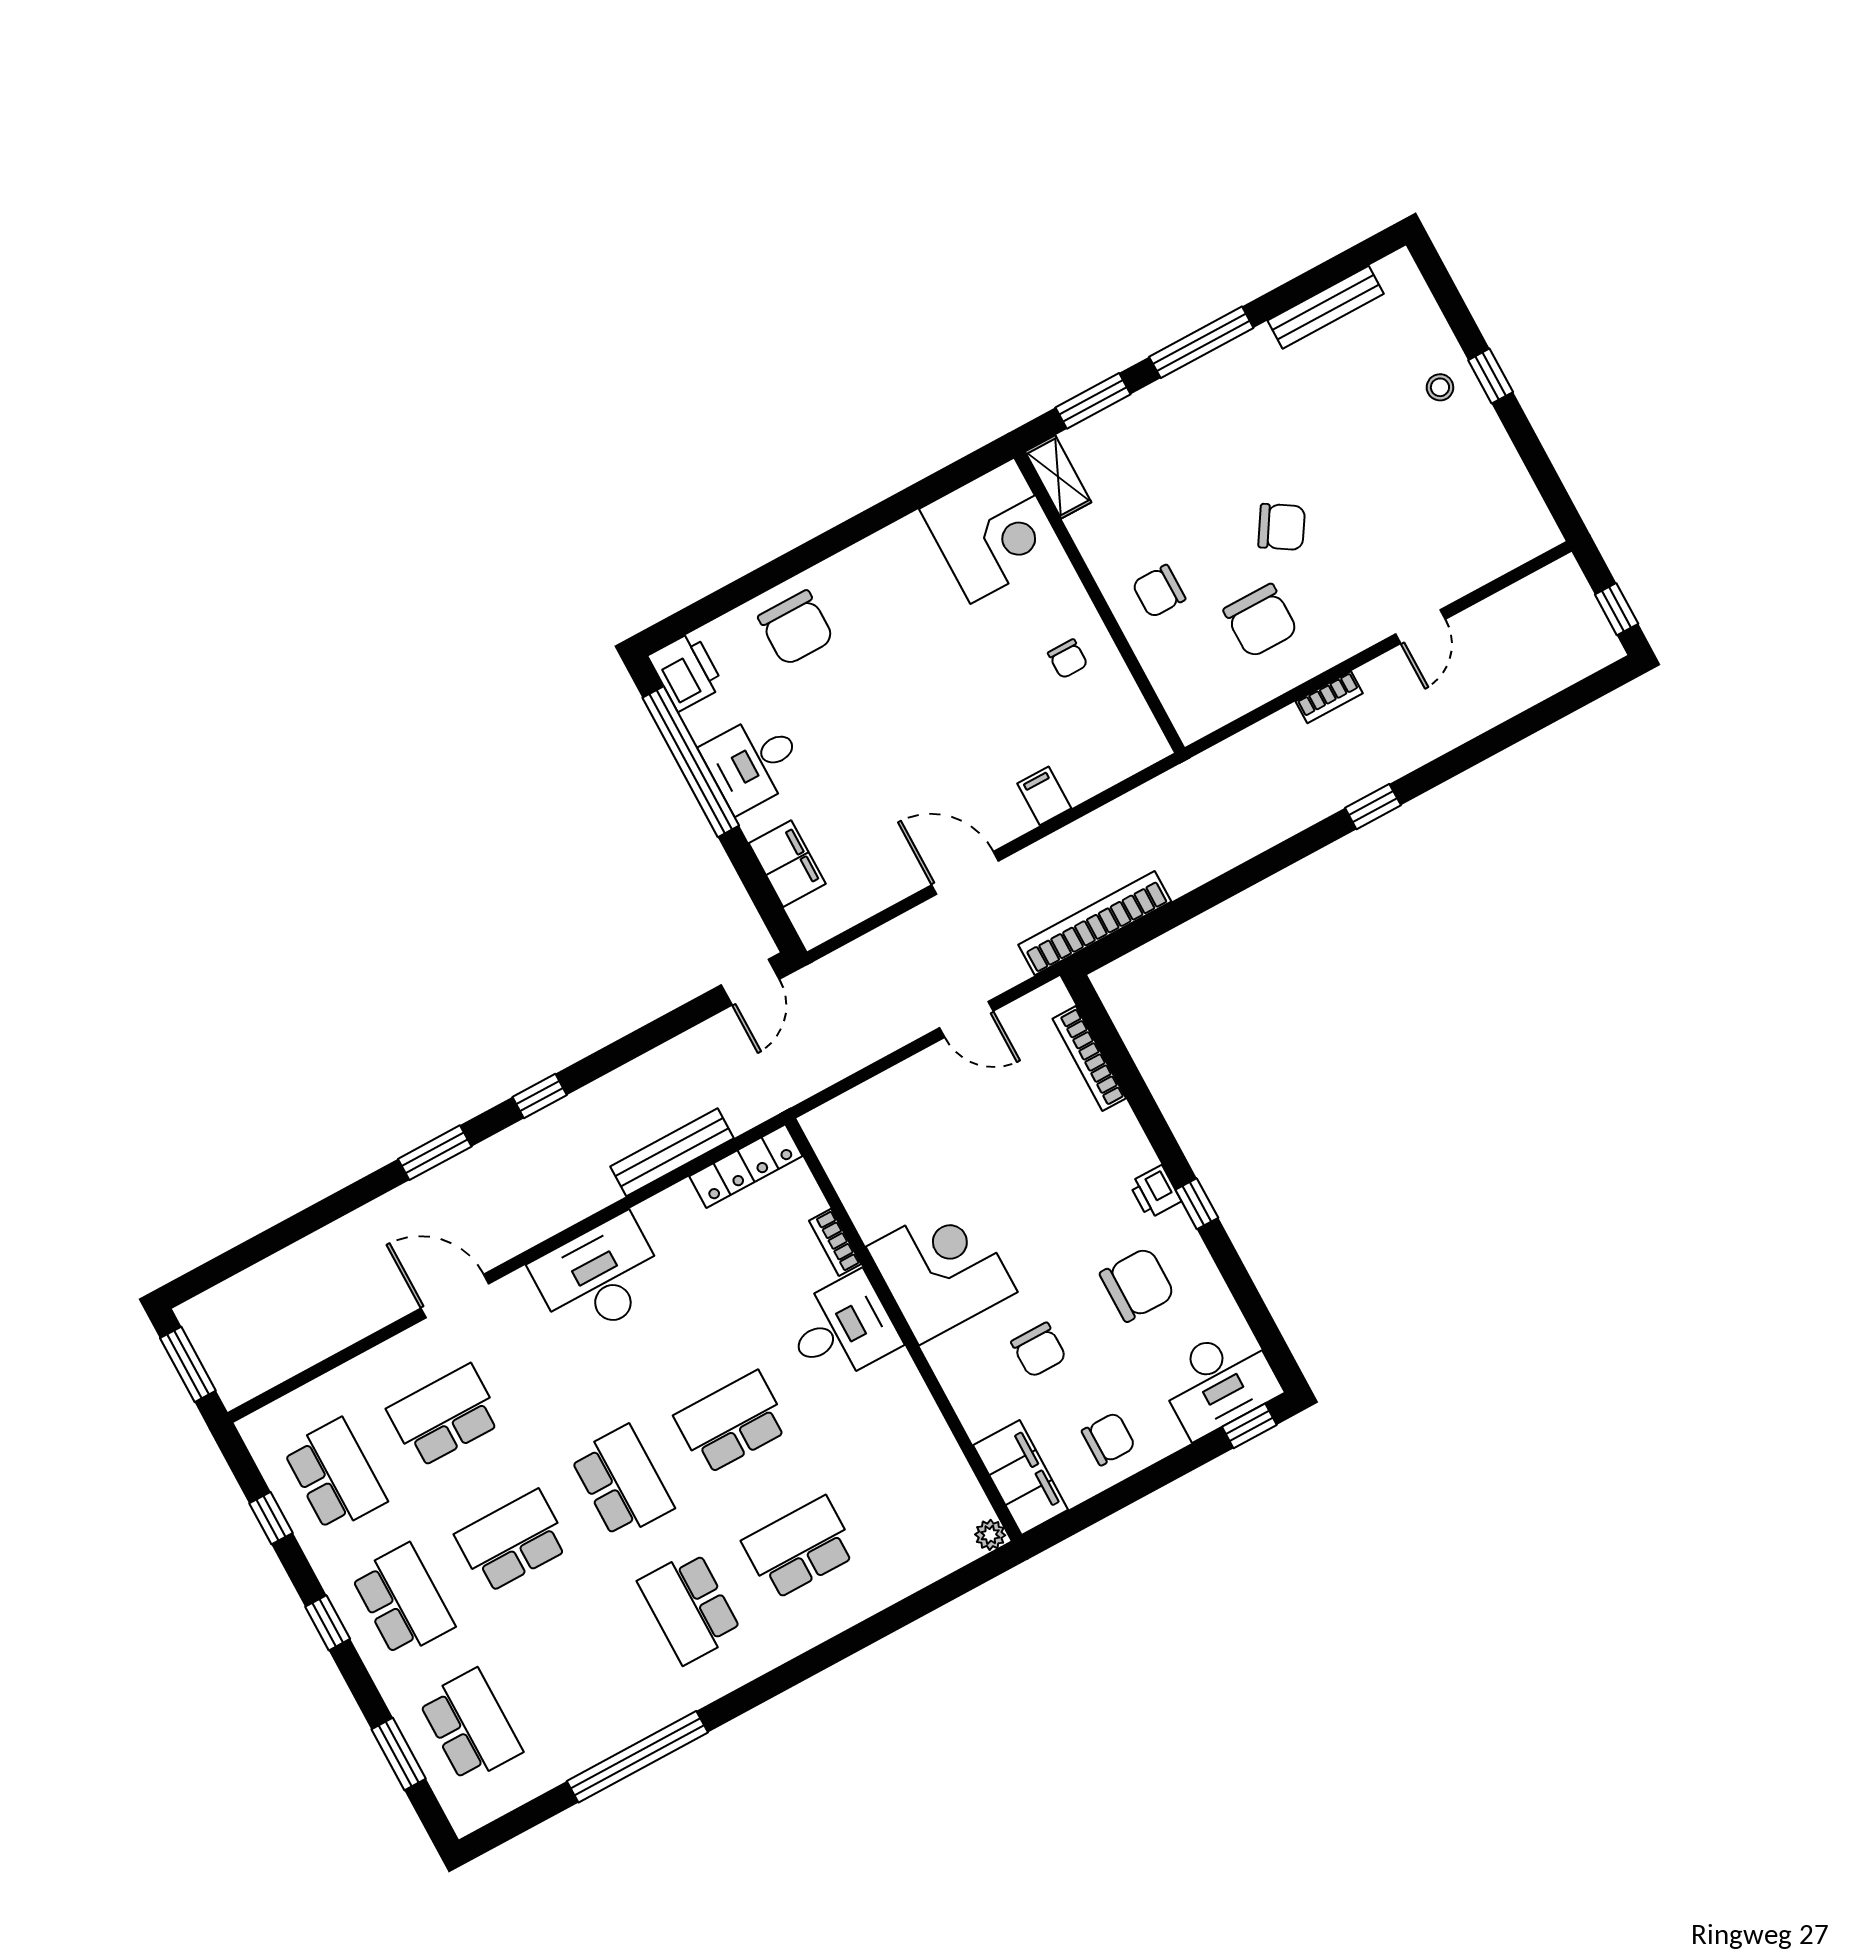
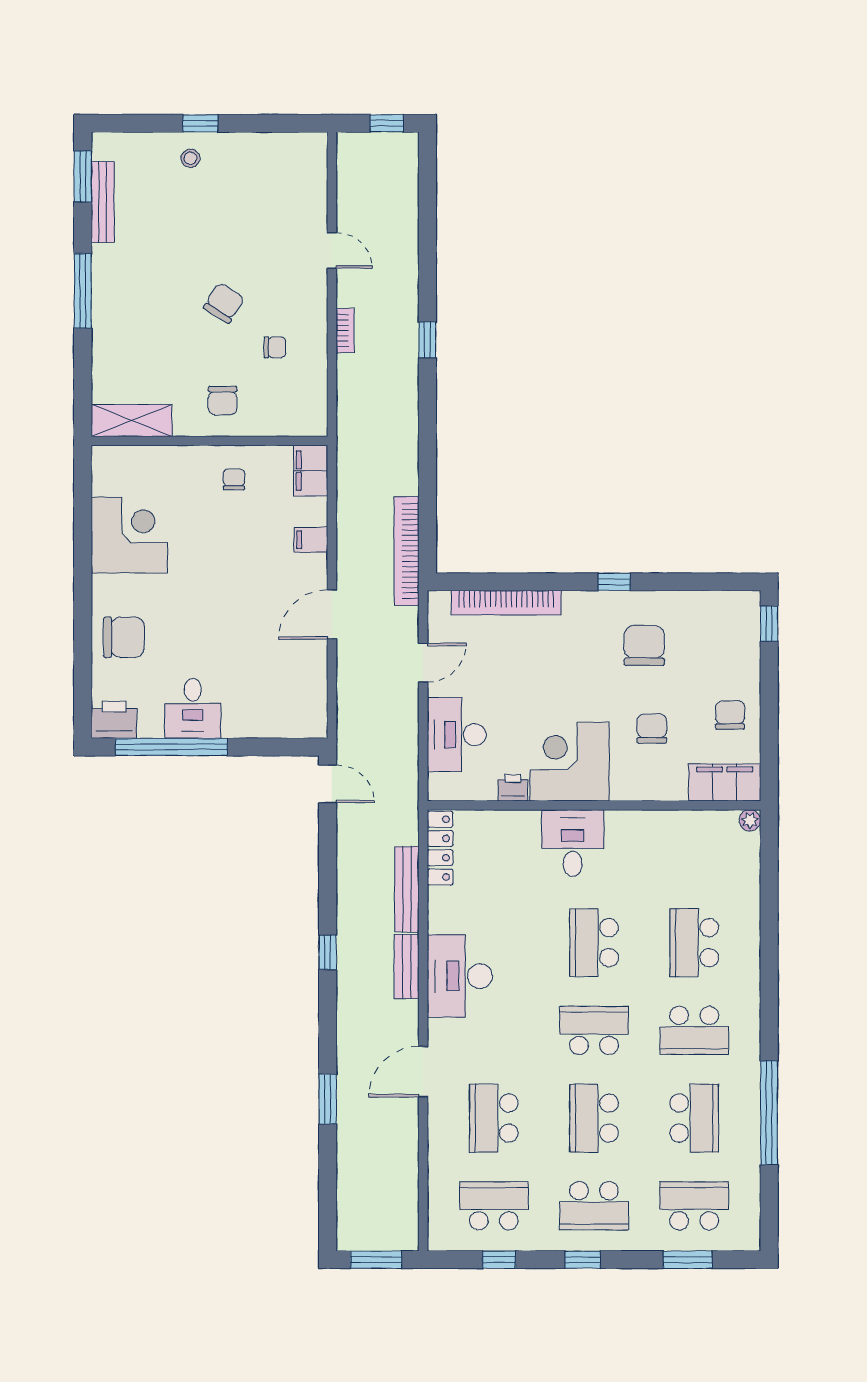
window: (1093, 401) -> (83, 176), moved
shelving: (1058, 477) -> (132, 420), width x1.50, depth x1.33
corner desk: (992, 531) -> (129, 535), moved
chair: (1261, 621) -> (275, 347), width x0.54, depth x0.54
chair: (1068, 659) -> (234, 479), turned -90
filing cabinet: (787, 864) -> (311, 471), moved, turned -90
bookcase: (1089, 1058) -> (506, 603), width x1.48, depth x1.31
window: (435, 1153) -> (328, 1099), moved
printer: (1155, 1192) -> (513, 788), moved, turned 180
bench: (575, 1204) -> (407, 967), added
bookcase: (835, 1242) -> (517, 819), removed
chair: (1039, 1350) -> (652, 729), turned -90
desk: (1219, 1381) -> (457, 735), moved, turned 180
school desk: (403, 1601) -> (594, 1206), turned 180
school desk: (580, 1667) -> (694, 1118), added

